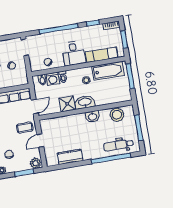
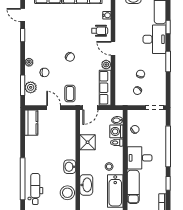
washbasin: (85, 102) -> (86, 185), moved
door: (35, 107) -> (90, 108), hinge flipped
kitchen counter: (70, 157) -> (31, 123), moved
plant: (35, 163) -> (31, 87), moved

